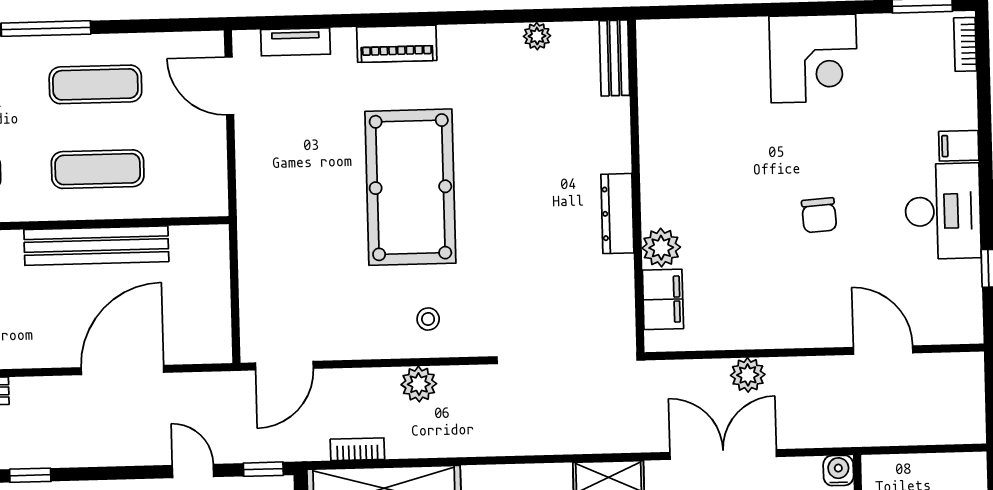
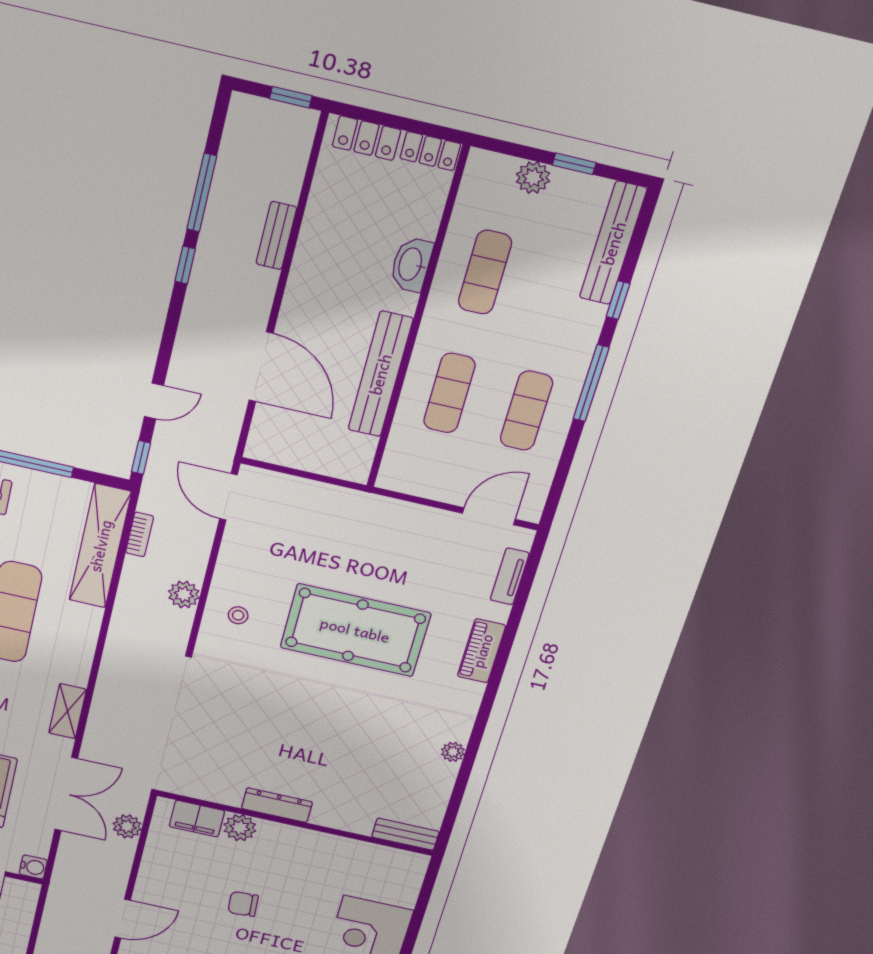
bench: (614, 58) -> (405, 834), moved
wall: (636, 186) -> (295, 823), moved
dresser: (617, 214) -> (277, 805), moved
plant: (661, 248) -> (240, 828), moved
filing cabinet: (663, 299) -> (197, 819), moved

